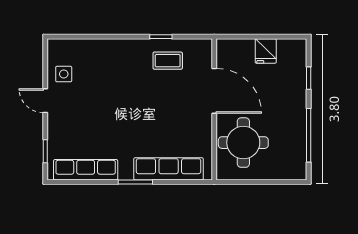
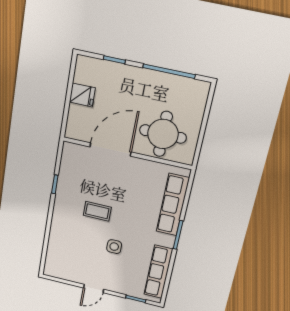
coffee table: (168, 61) -> (97, 211), moved, turned 90
side table: (64, 74) -> (114, 247), moved

